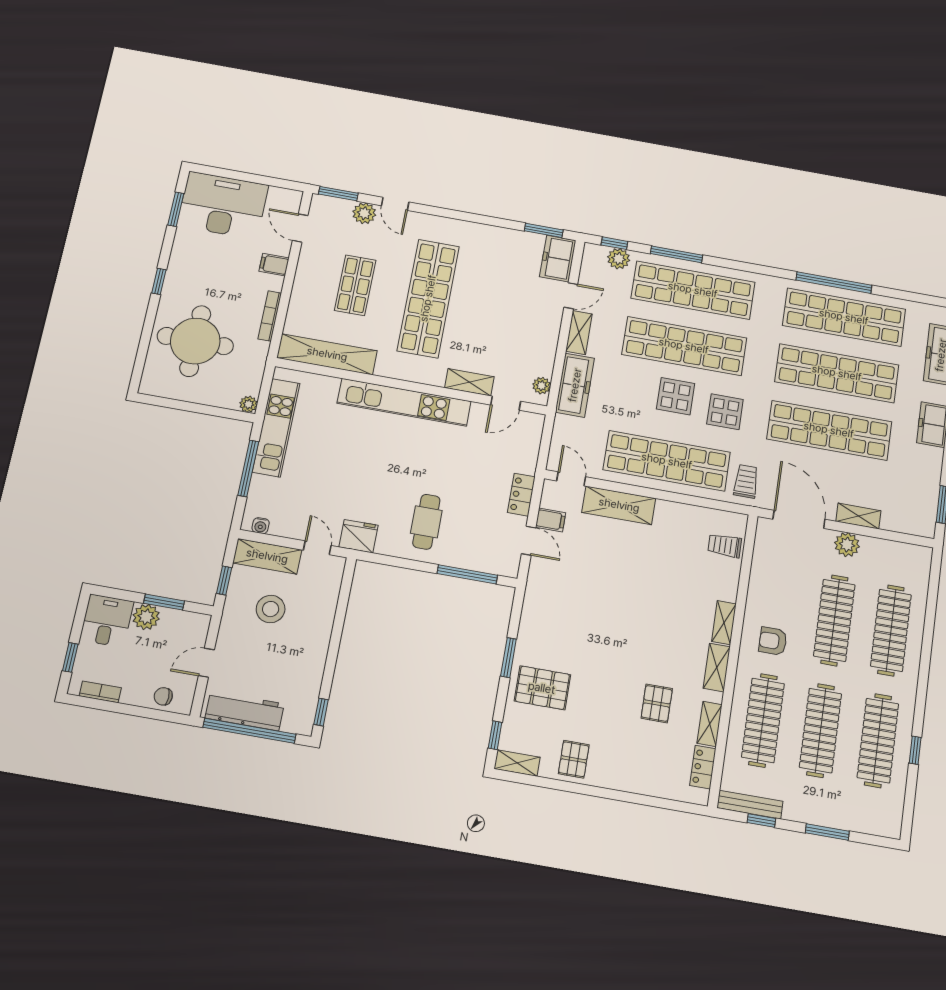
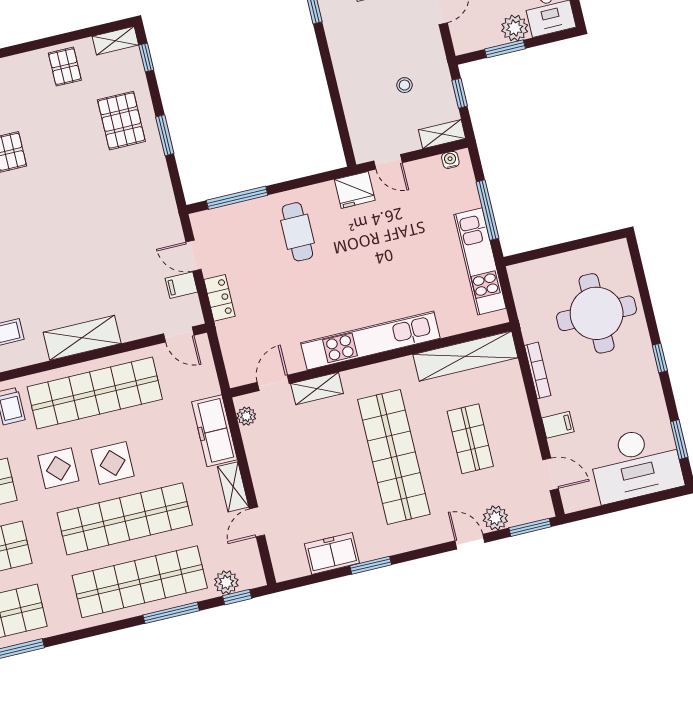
window: (544, 230) -> (371, 565), moved
freezer: (558, 258) -> (332, 553), moved, turned -90
plant: (249, 404) -> (517, 273), removed
shelving: (619, 505) -> (82, 338), moved
shelving: (267, 556) -> (442, 134), width x0.67, depth x0.75
stool: (271, 609) -> (404, 85), width x0.53, depth x0.53
pallet: (542, 688) -> (121, 121), turned 90

